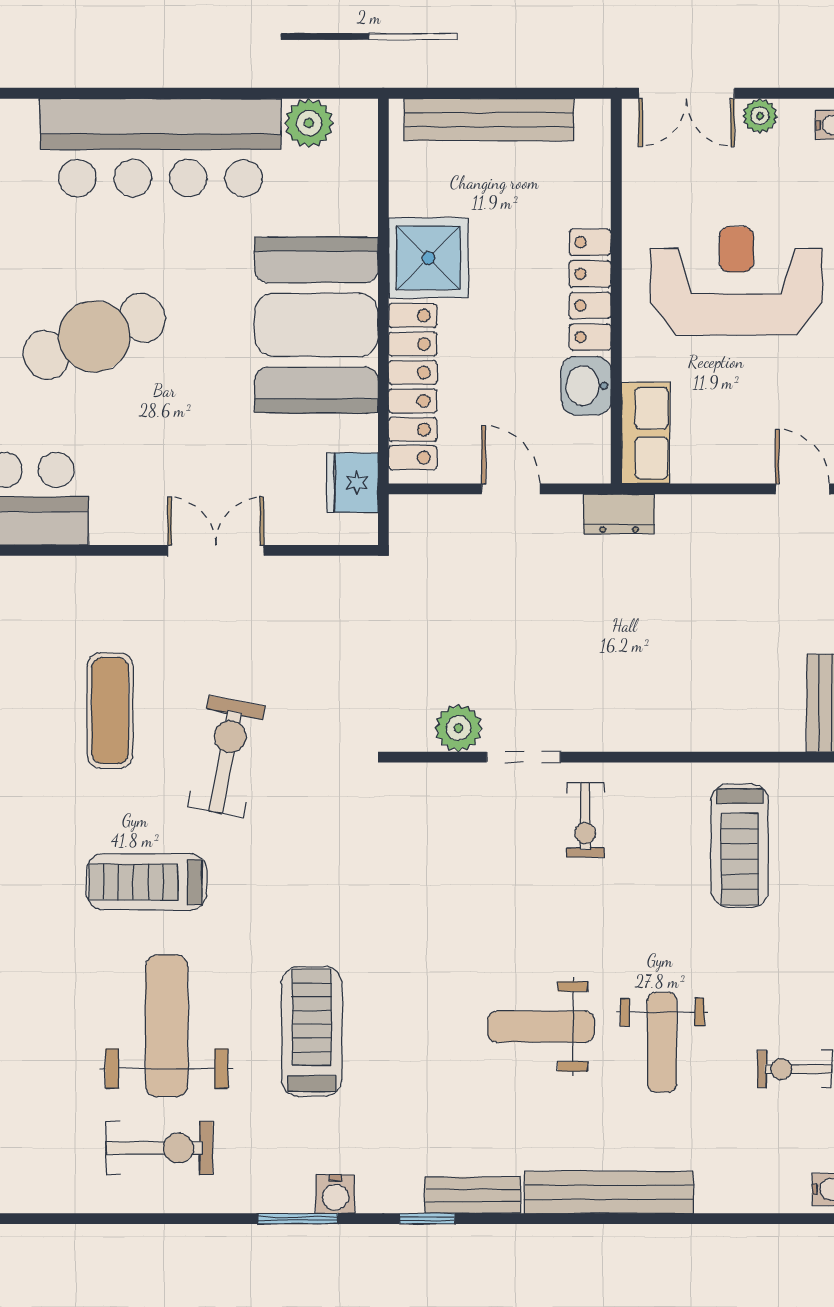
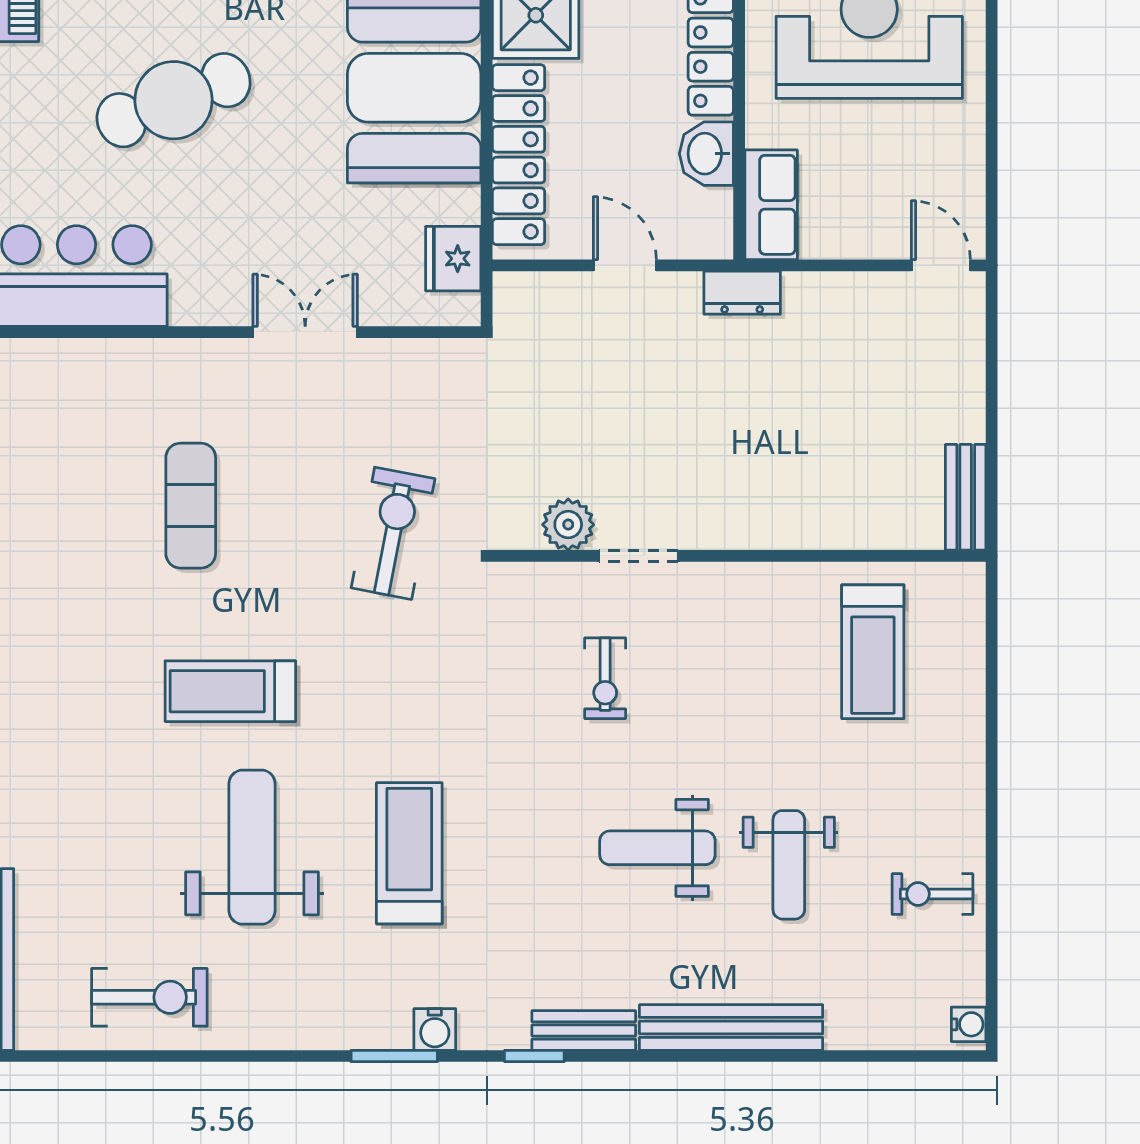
exercise bike: (226, 757) -> (393, 533), moved
exercise bike: (585, 820) -> (605, 678), moved
exercise bike: (159, 1148) -> (149, 997), moved

